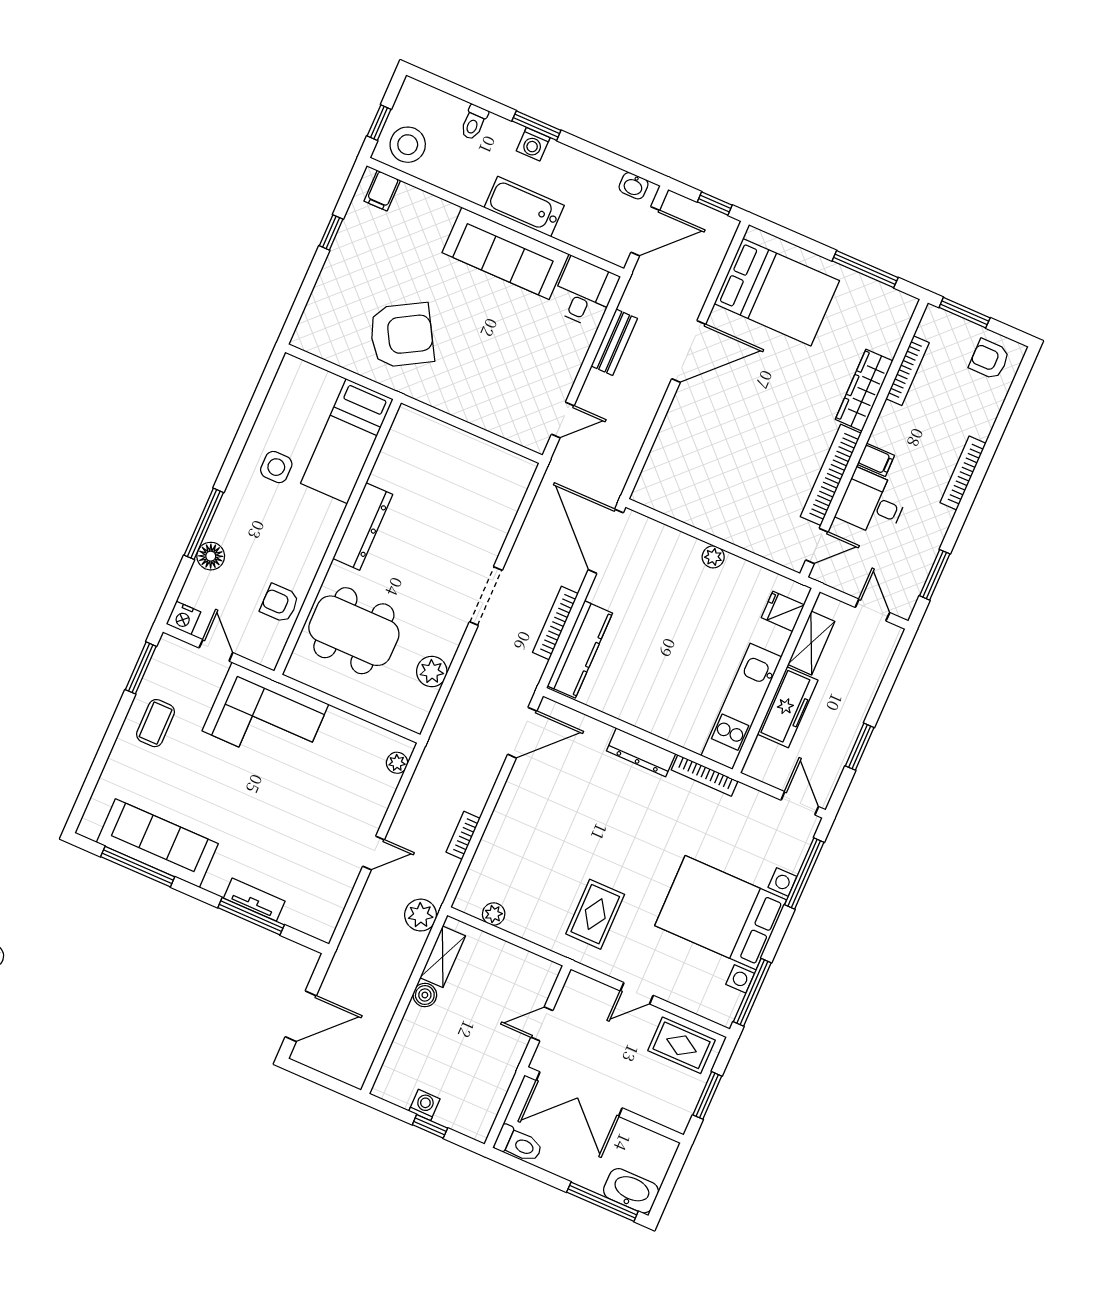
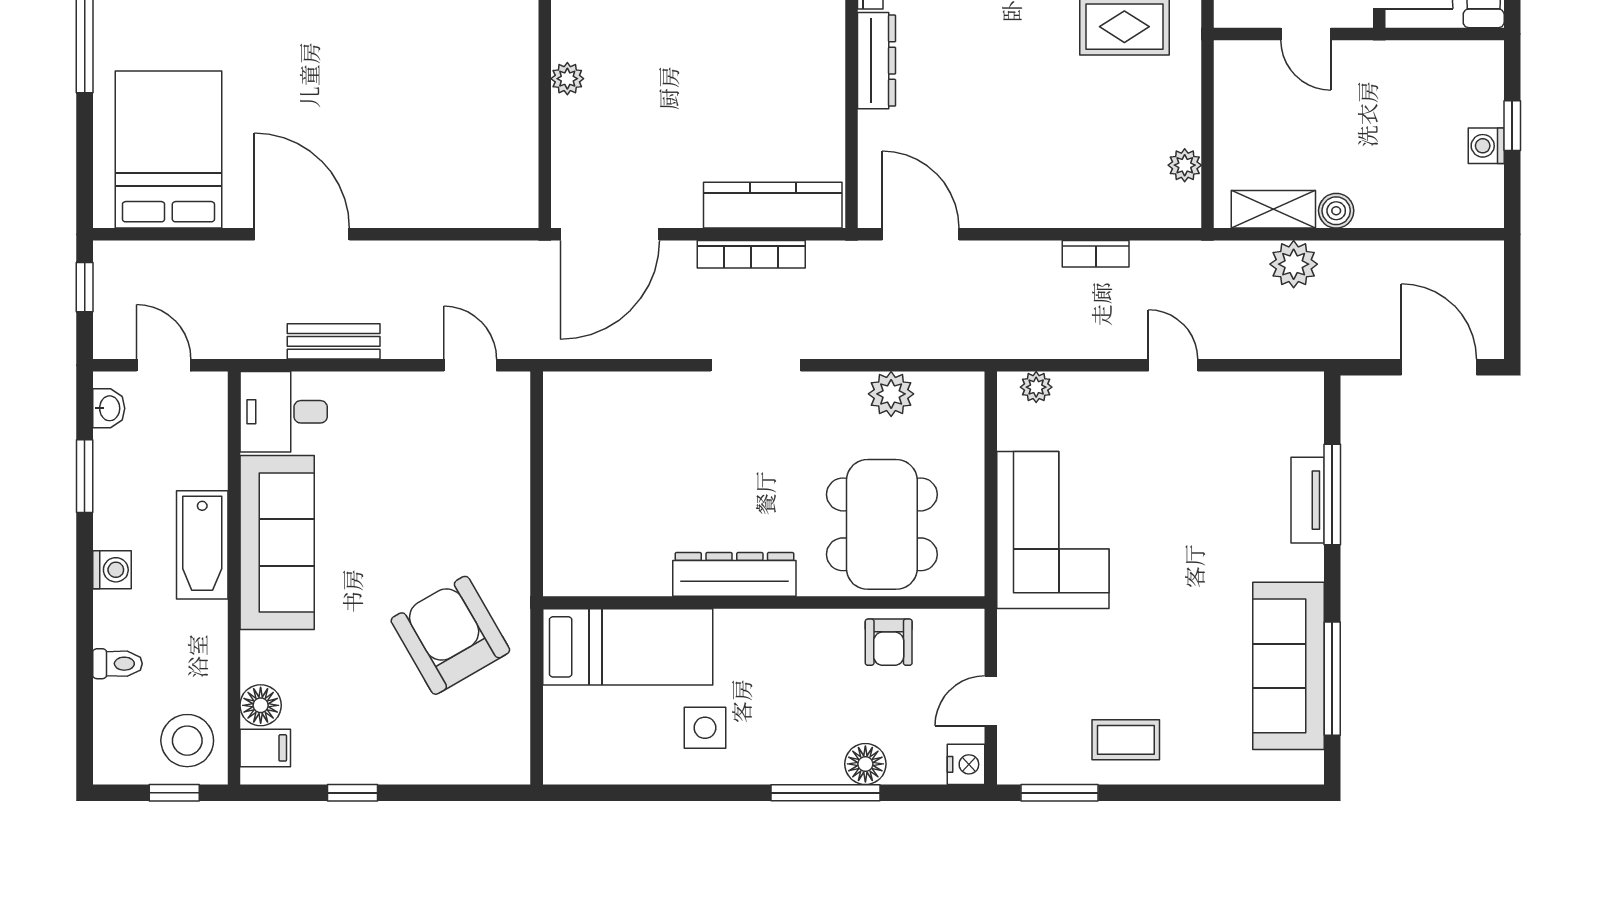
window: (536, 126) -> (85, 476), moved
floor lamp: (410, 199) -> (261, 705), added
door: (645, 231) -> (164, 365), width x0.73
corner sofa: (265, 718) -> (1053, 530), moved
plant: (421, 915) -> (1294, 264), moved

